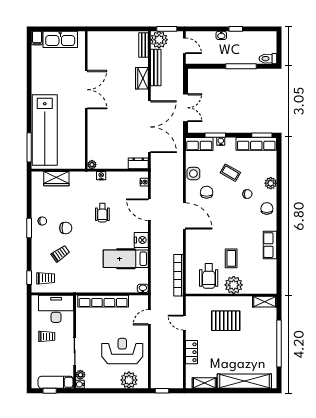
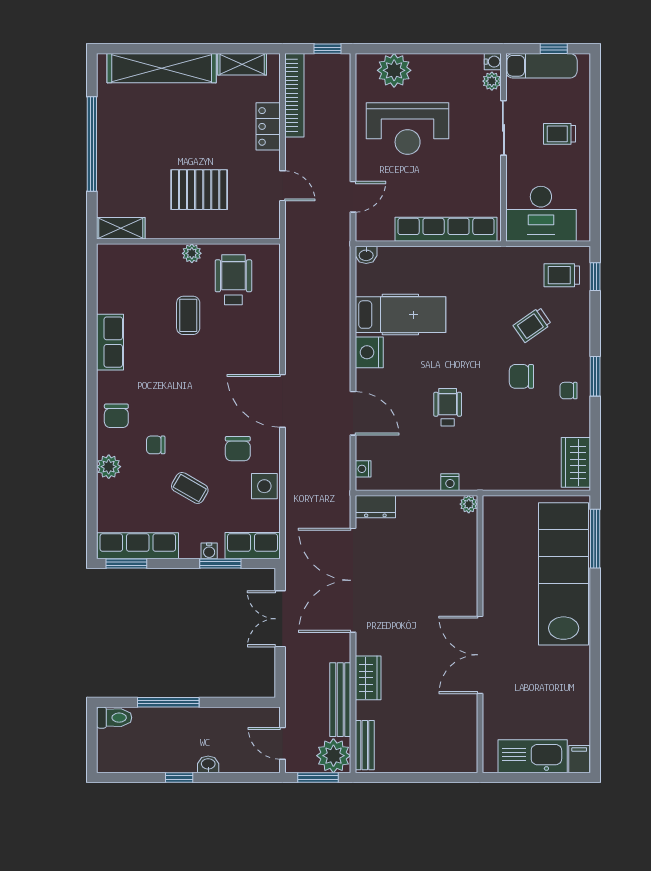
wardrobe: (56, 179) -> (576, 462), moved, turned -90
bookcase: (179, 275) -> (294, 95), moved
plant: (234, 285) -> (192, 253), width x0.53, depth x0.53
trolley: (47, 336) -> (559, 134), moved

